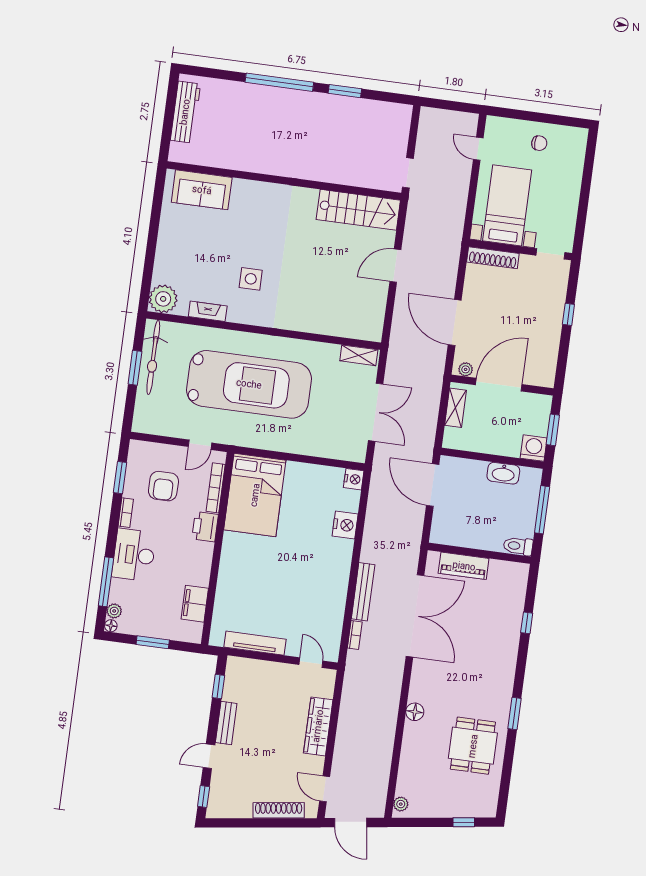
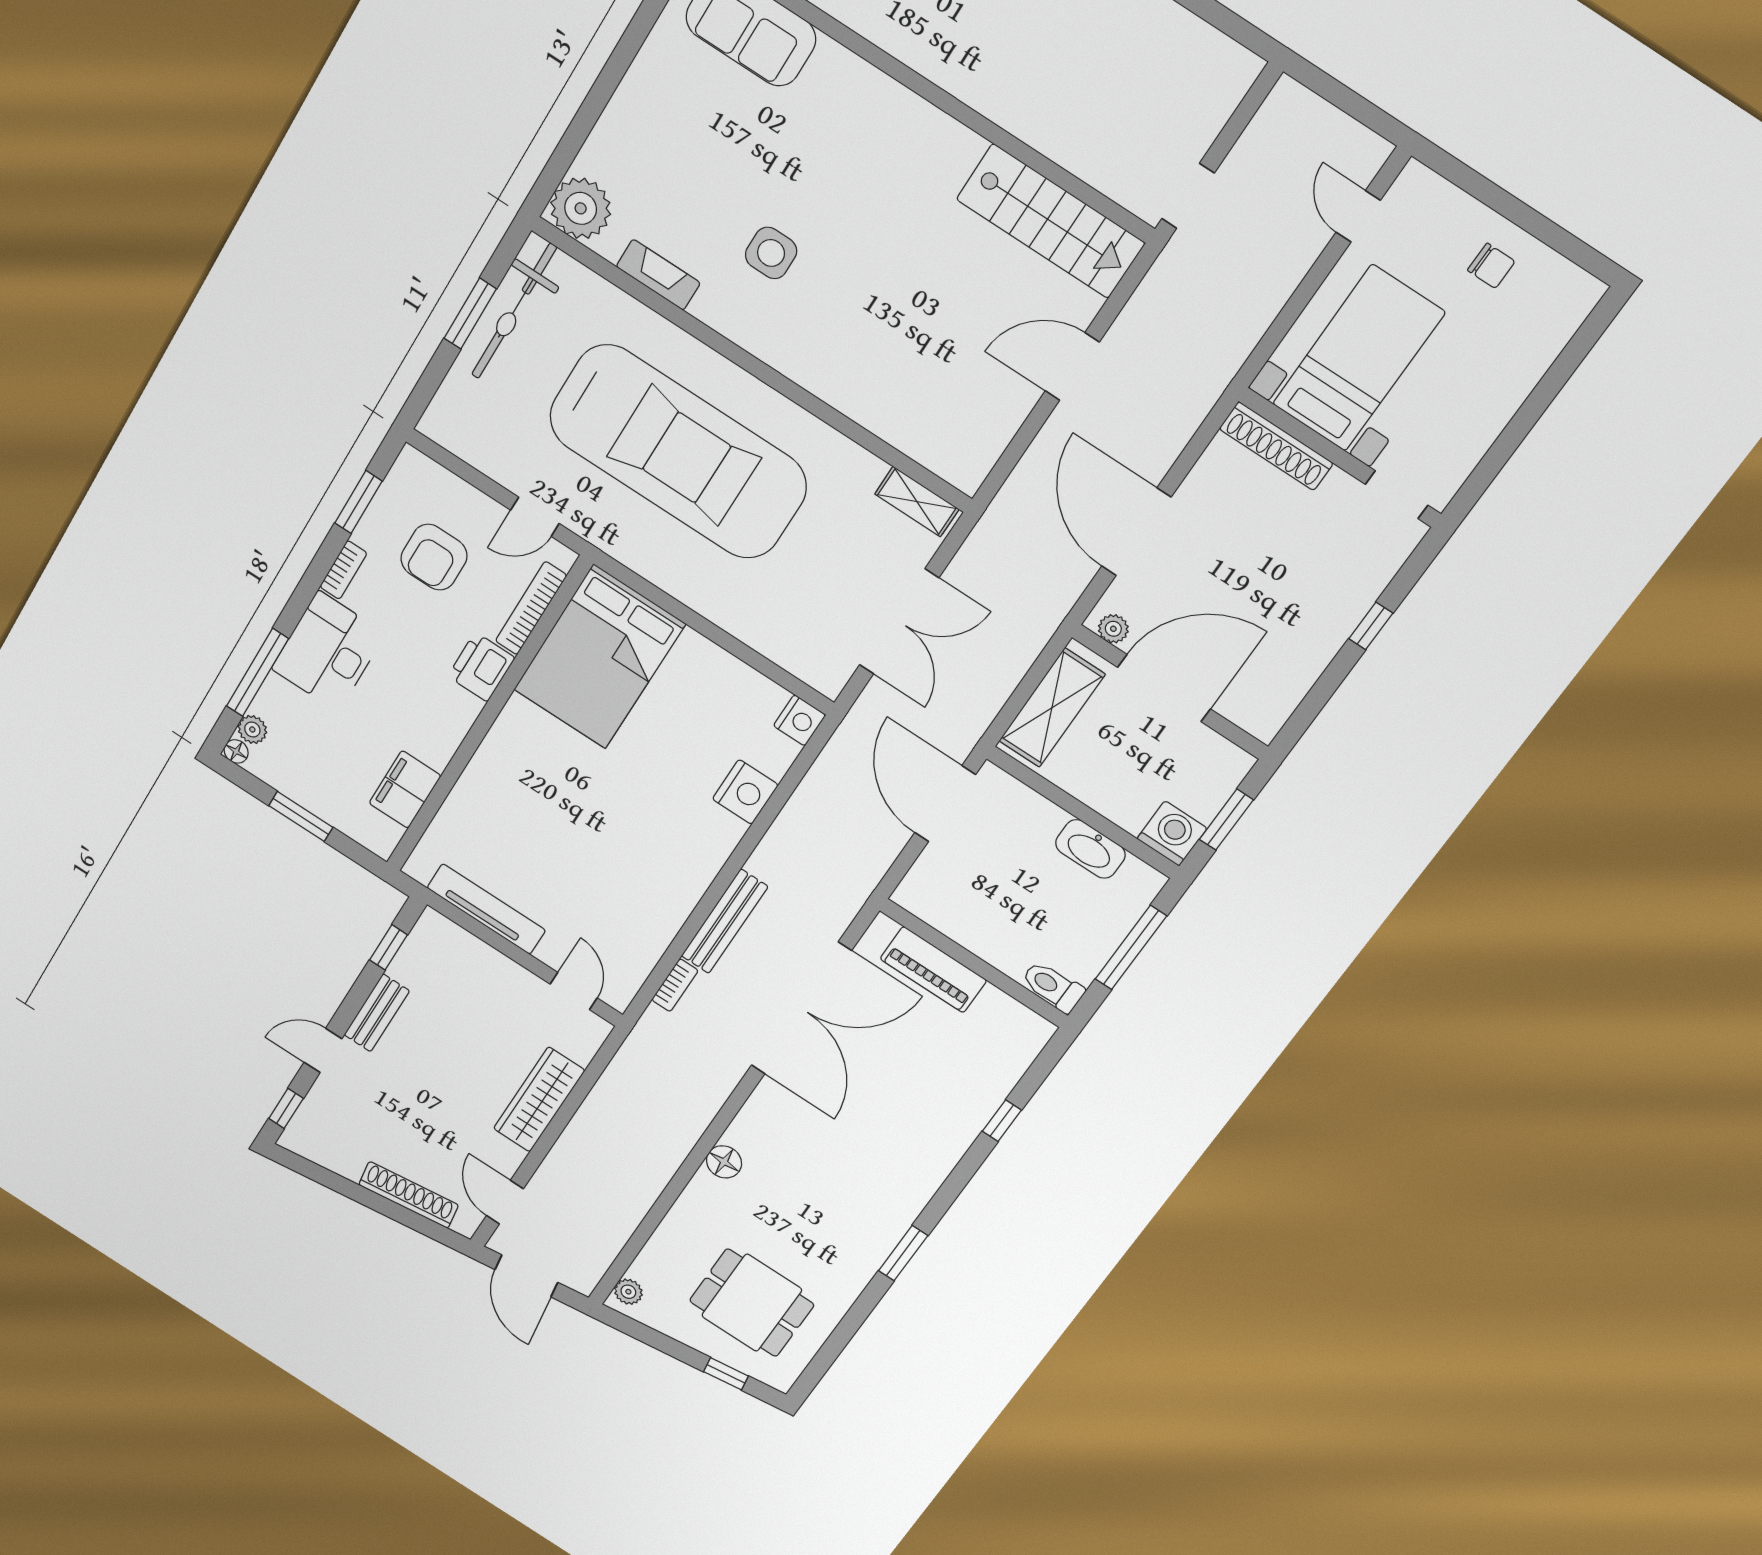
shelving: (455, 408) -> (1052, 708), width x1.50, depth x1.33
dining table: (473, 746) -> (752, 1303), moved, turned 90

